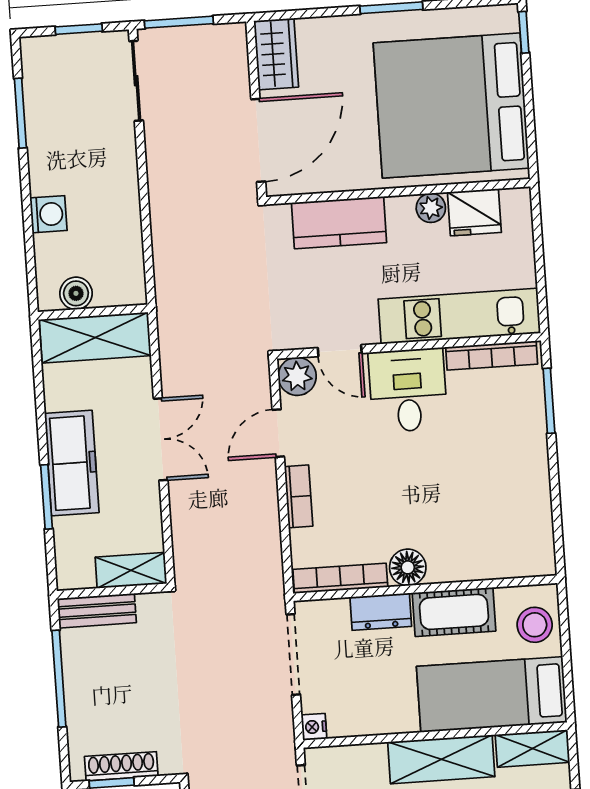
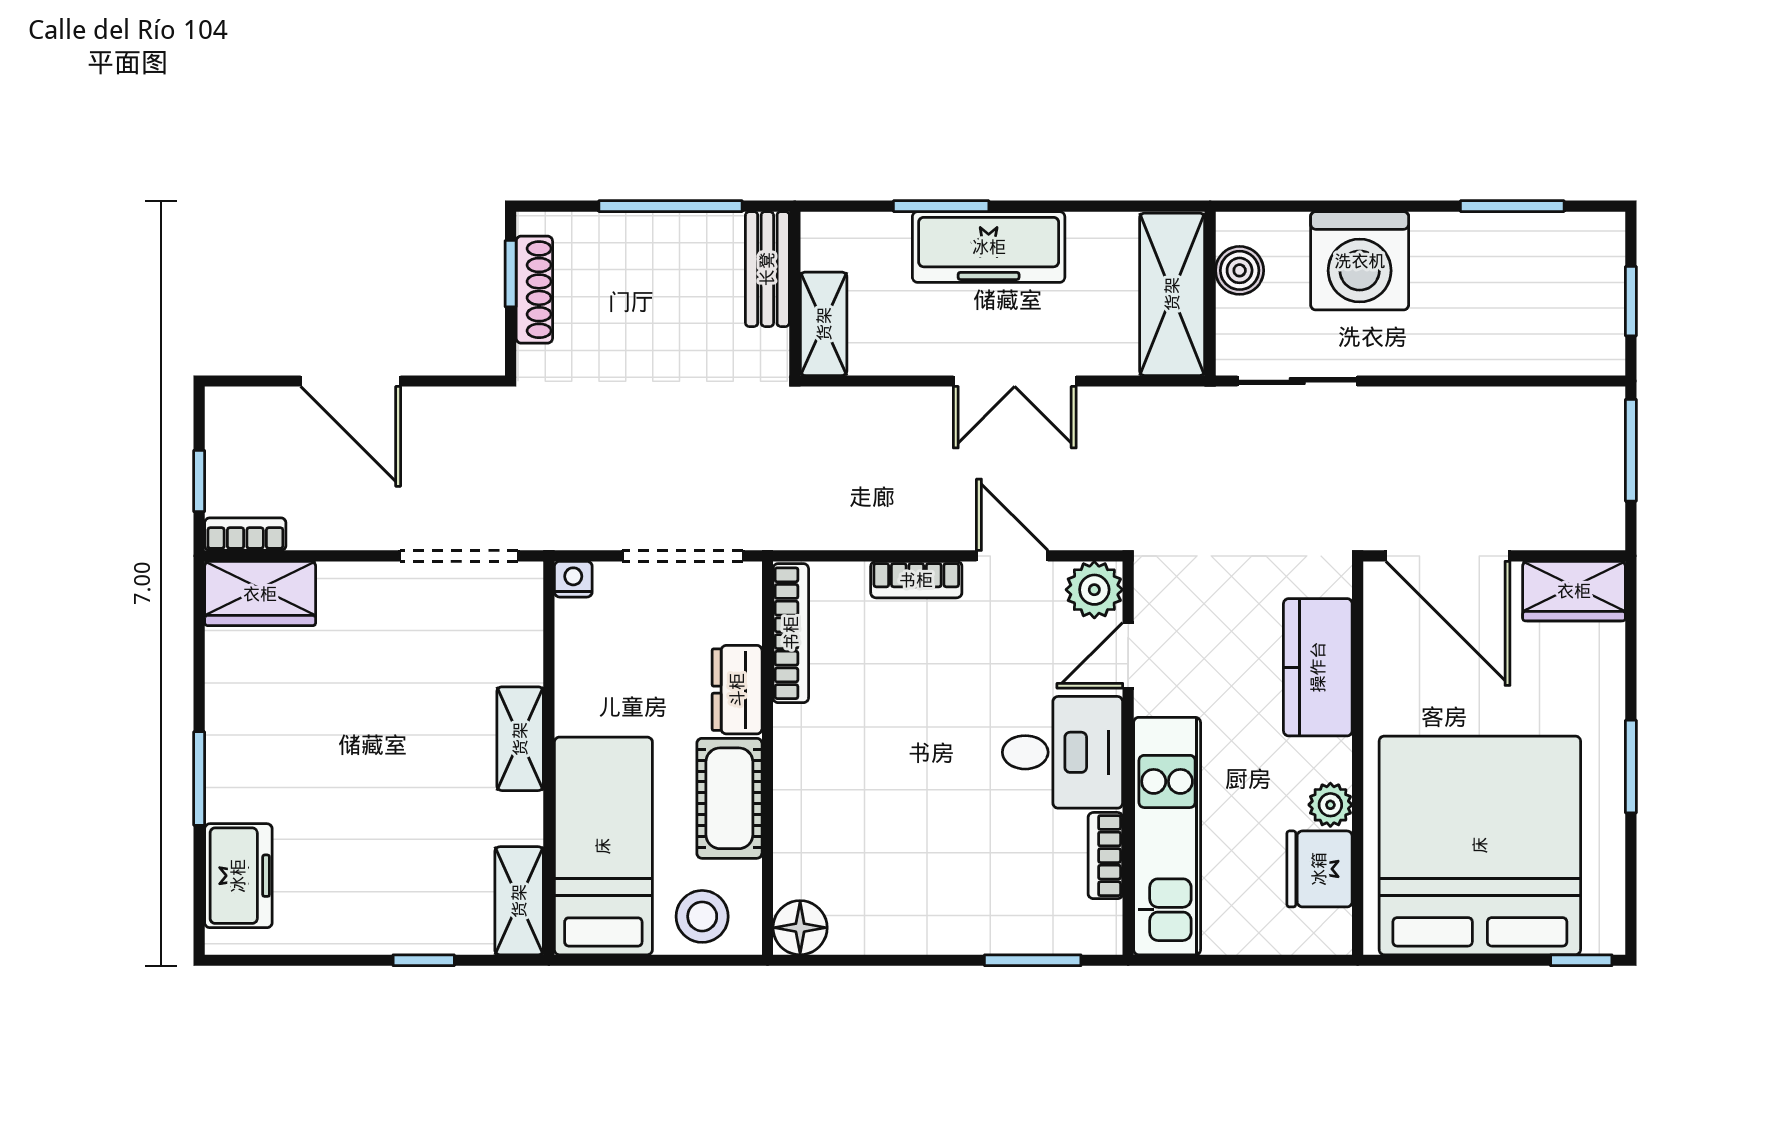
sliding door: (136, 81) -> (1297, 381), moved
washing machine: (48, 214) -> (1360, 261), width x1.89, depth x1.89
bookcase: (492, 356) -> (1105, 856), width x0.64
floor lamp: (408, 567) -> (800, 928), moved
shelving: (441, 759) -> (520, 739), width x0.67, depth x0.75

